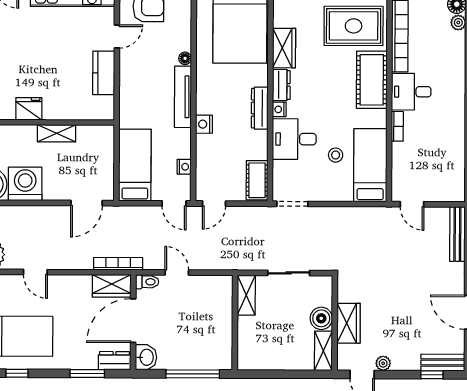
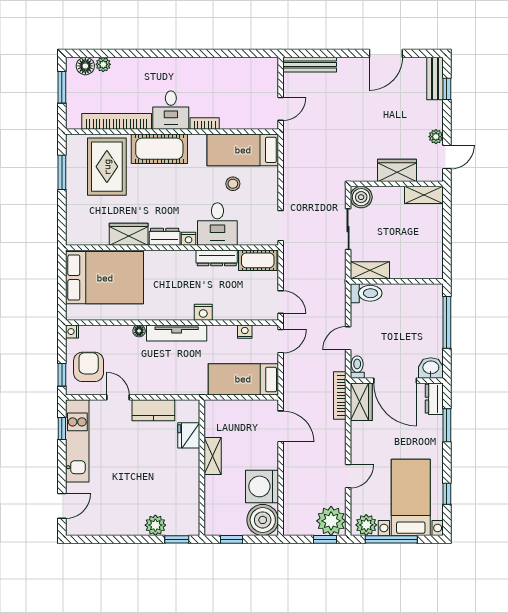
dresser: (260, 108) -> (217, 258), moved
fridge: (29, 109) -> (189, 435), moved
toilet: (223, 291) -> (366, 293), added
boiler: (321, 318) -> (361, 197), moved

